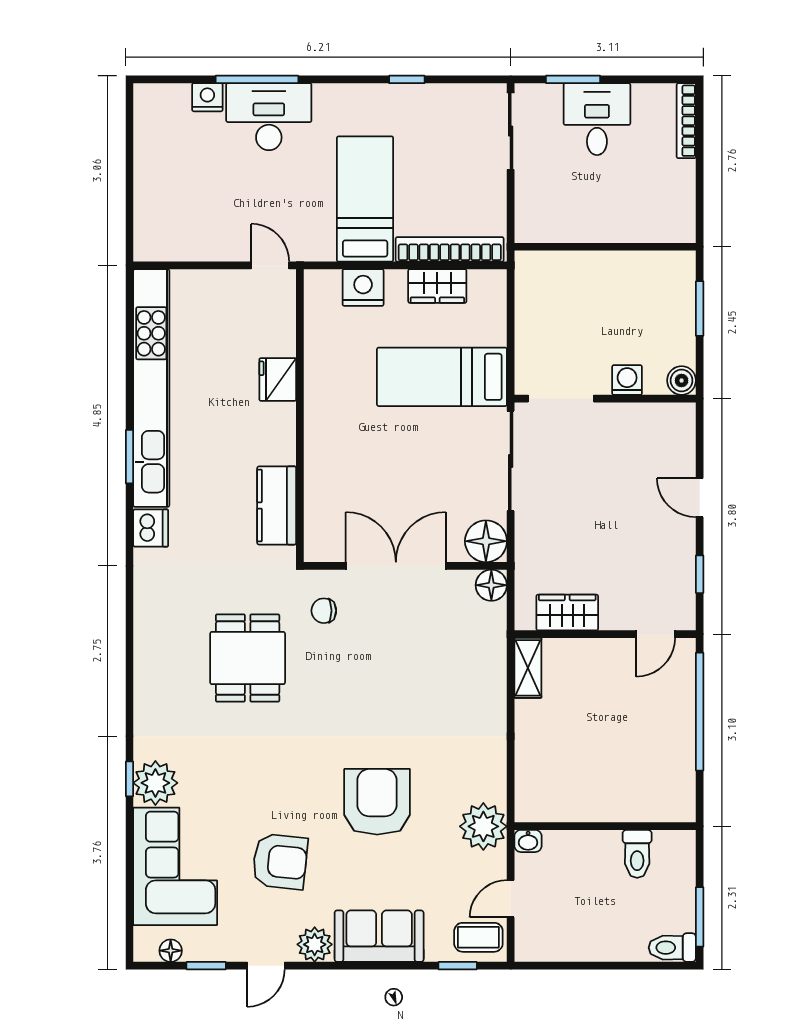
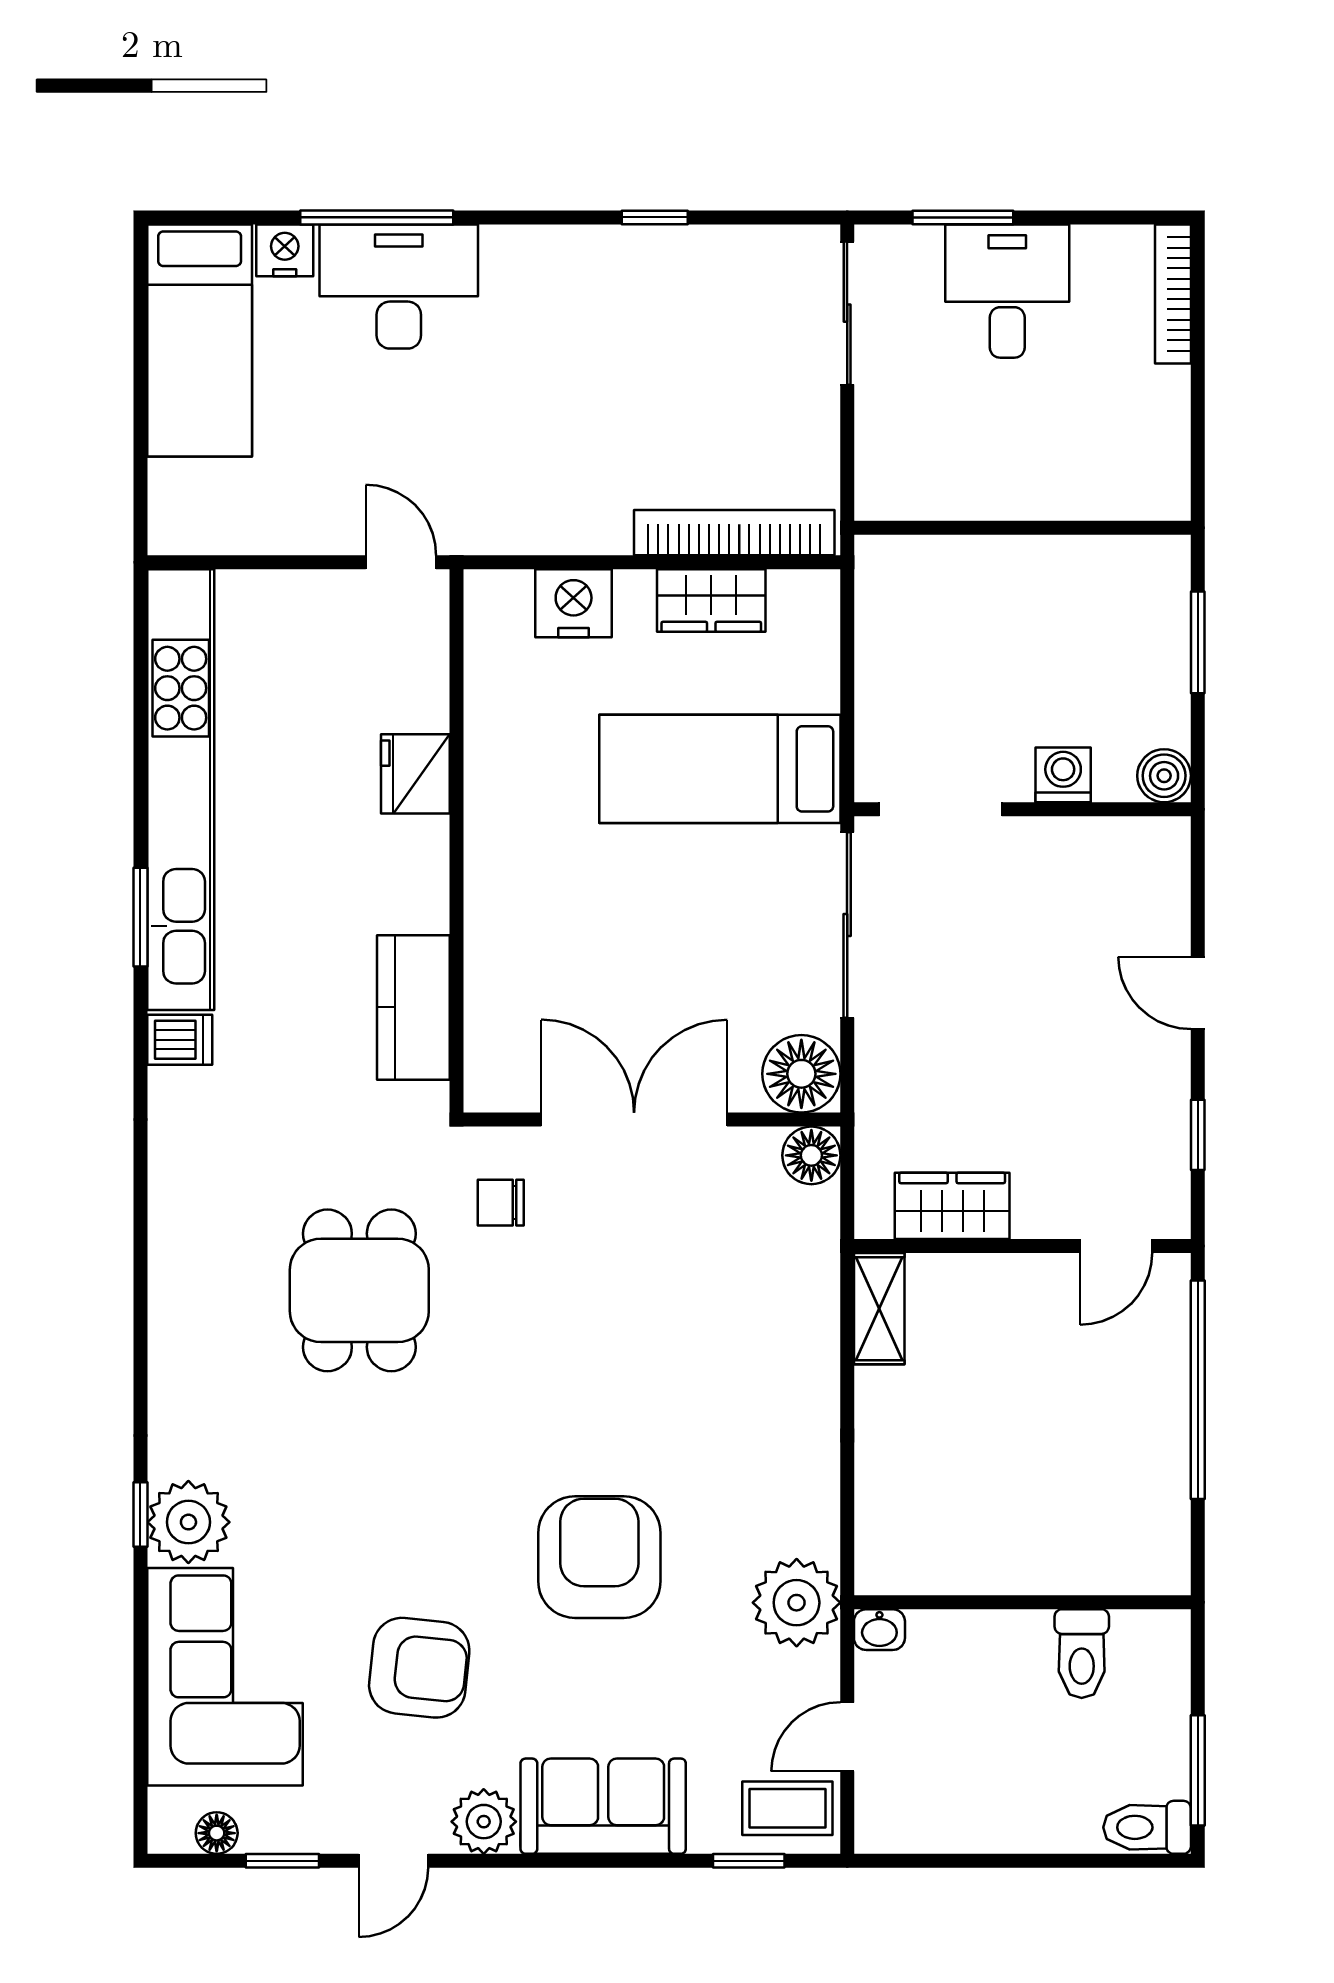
bed: (365, 199) -> (200, 340), moved, turned 180
dishwasher: (151, 528) -> (180, 1040), width x0.73

